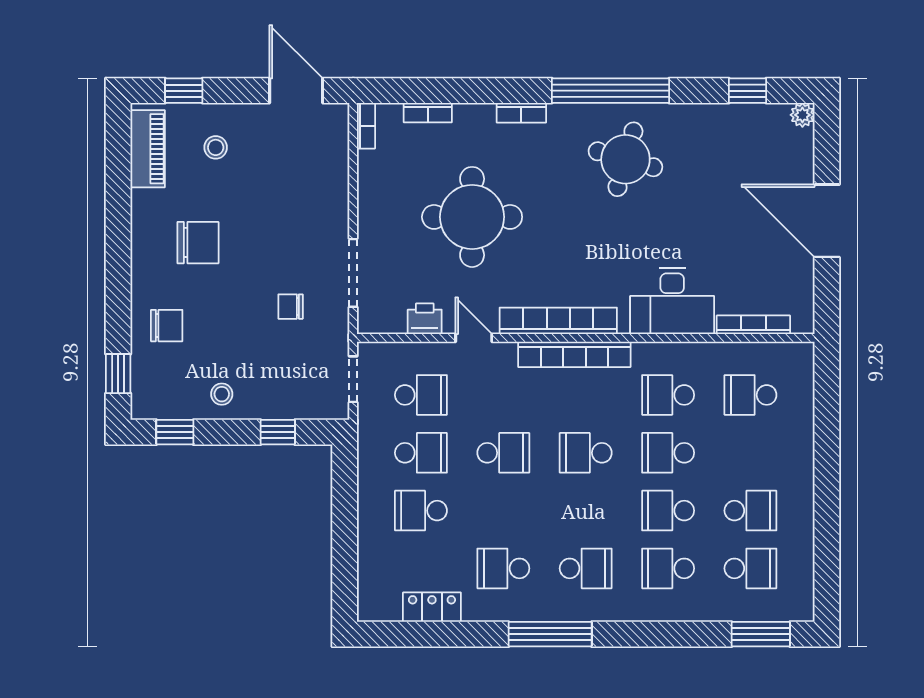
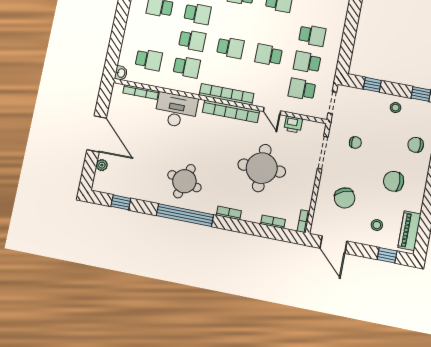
plant: (802, 115) -> (102, 165), moved
chair: (291, 189) -> (345, 198), added
washbasin: (803, 356) -> (121, 73), added

